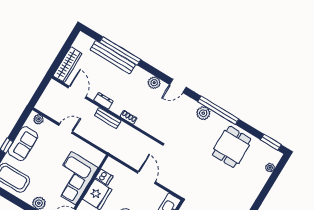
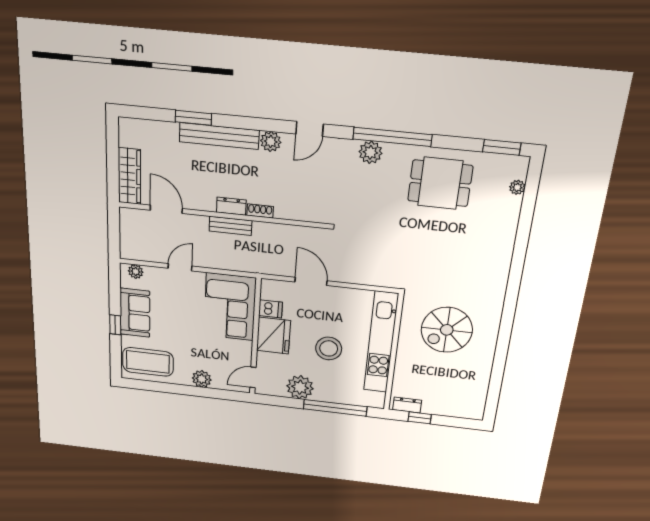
window: (120, 51) -> (193, 118), width x0.47
bench: (113, 57) -> (219, 136), moved
dresser: (103, 101) -> (231, 206), moved
dining table: (232, 147) -> (440, 183), turned 90
door: (146, 177) -> (311, 281), moved
corner sofa: (73, 178) -> (230, 307), moved

